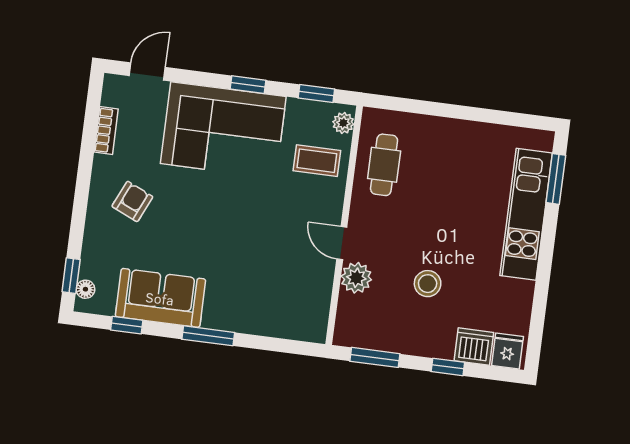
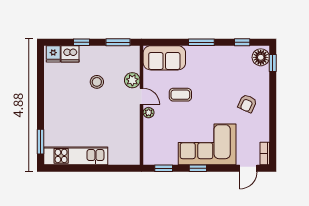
plant: (343, 123) -> (149, 113), moved
bookcase: (106, 130) -> (265, 153), moved
coffee table: (317, 161) -> (180, 95), moved
cafe table: (384, 165) -> (126, 138), removed
kitchen unit: (526, 214) -> (76, 156), moved, turned -90
floor lamp: (85, 289) -> (261, 57), width x1.89, depth x1.89
sofa: (160, 298) -> (164, 58), moved

